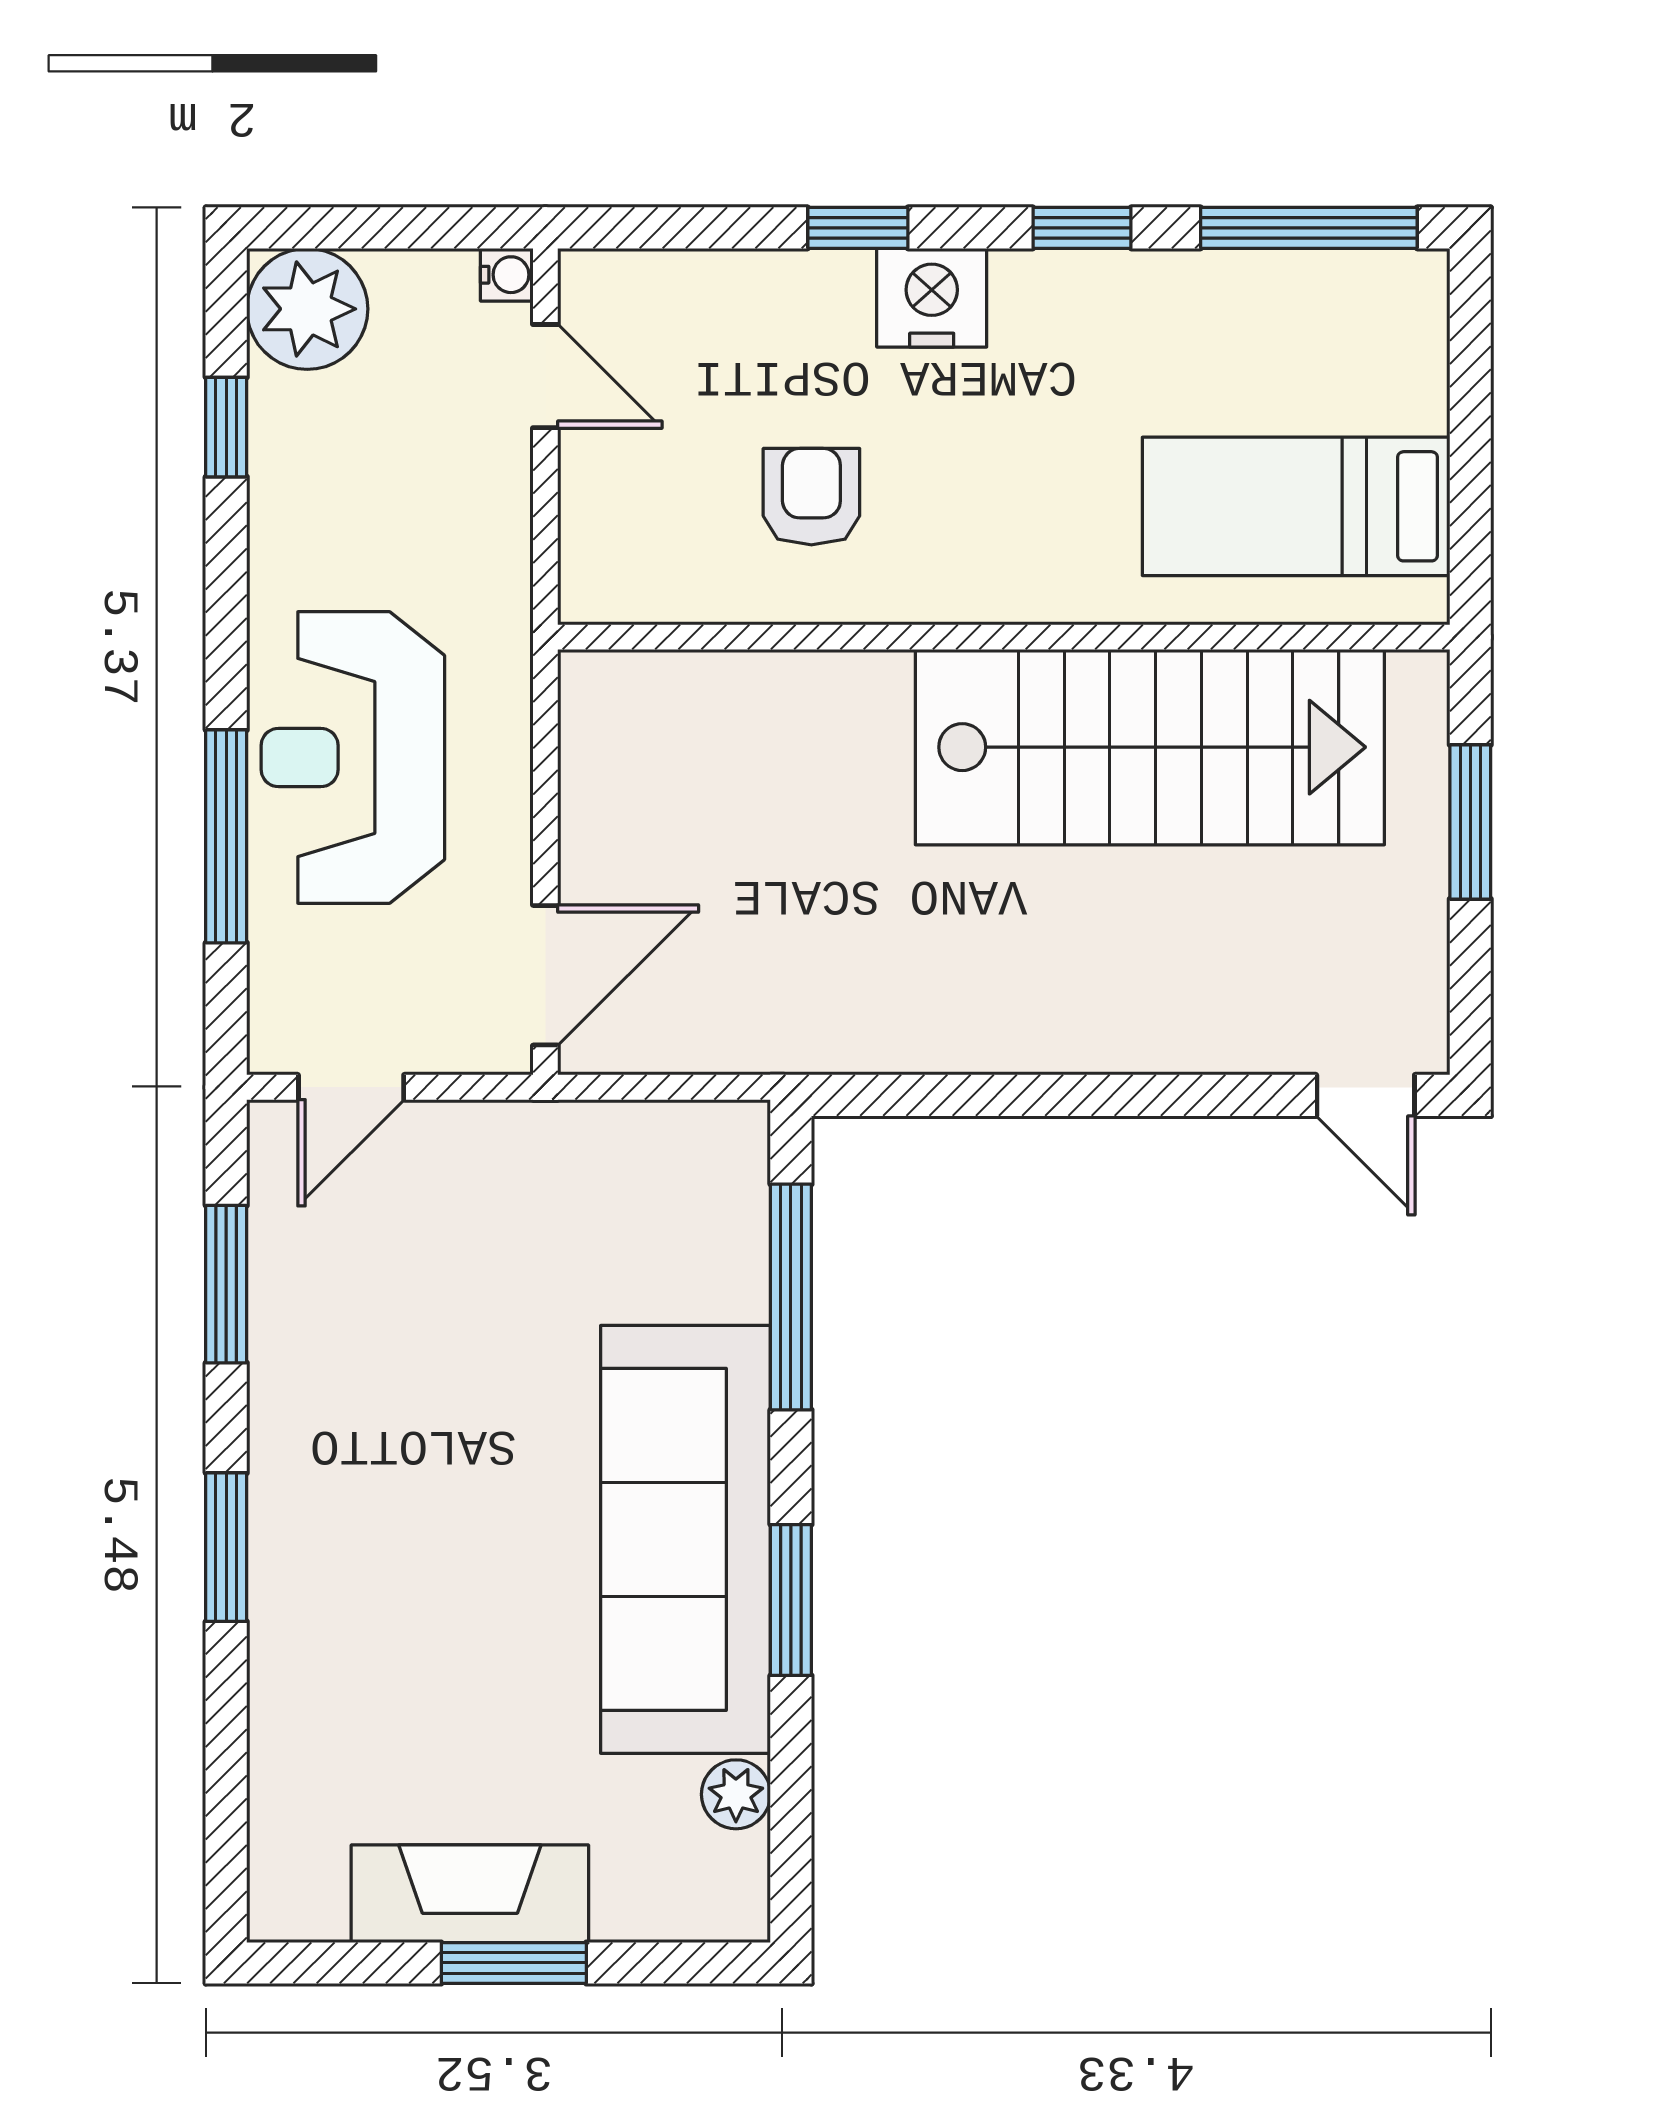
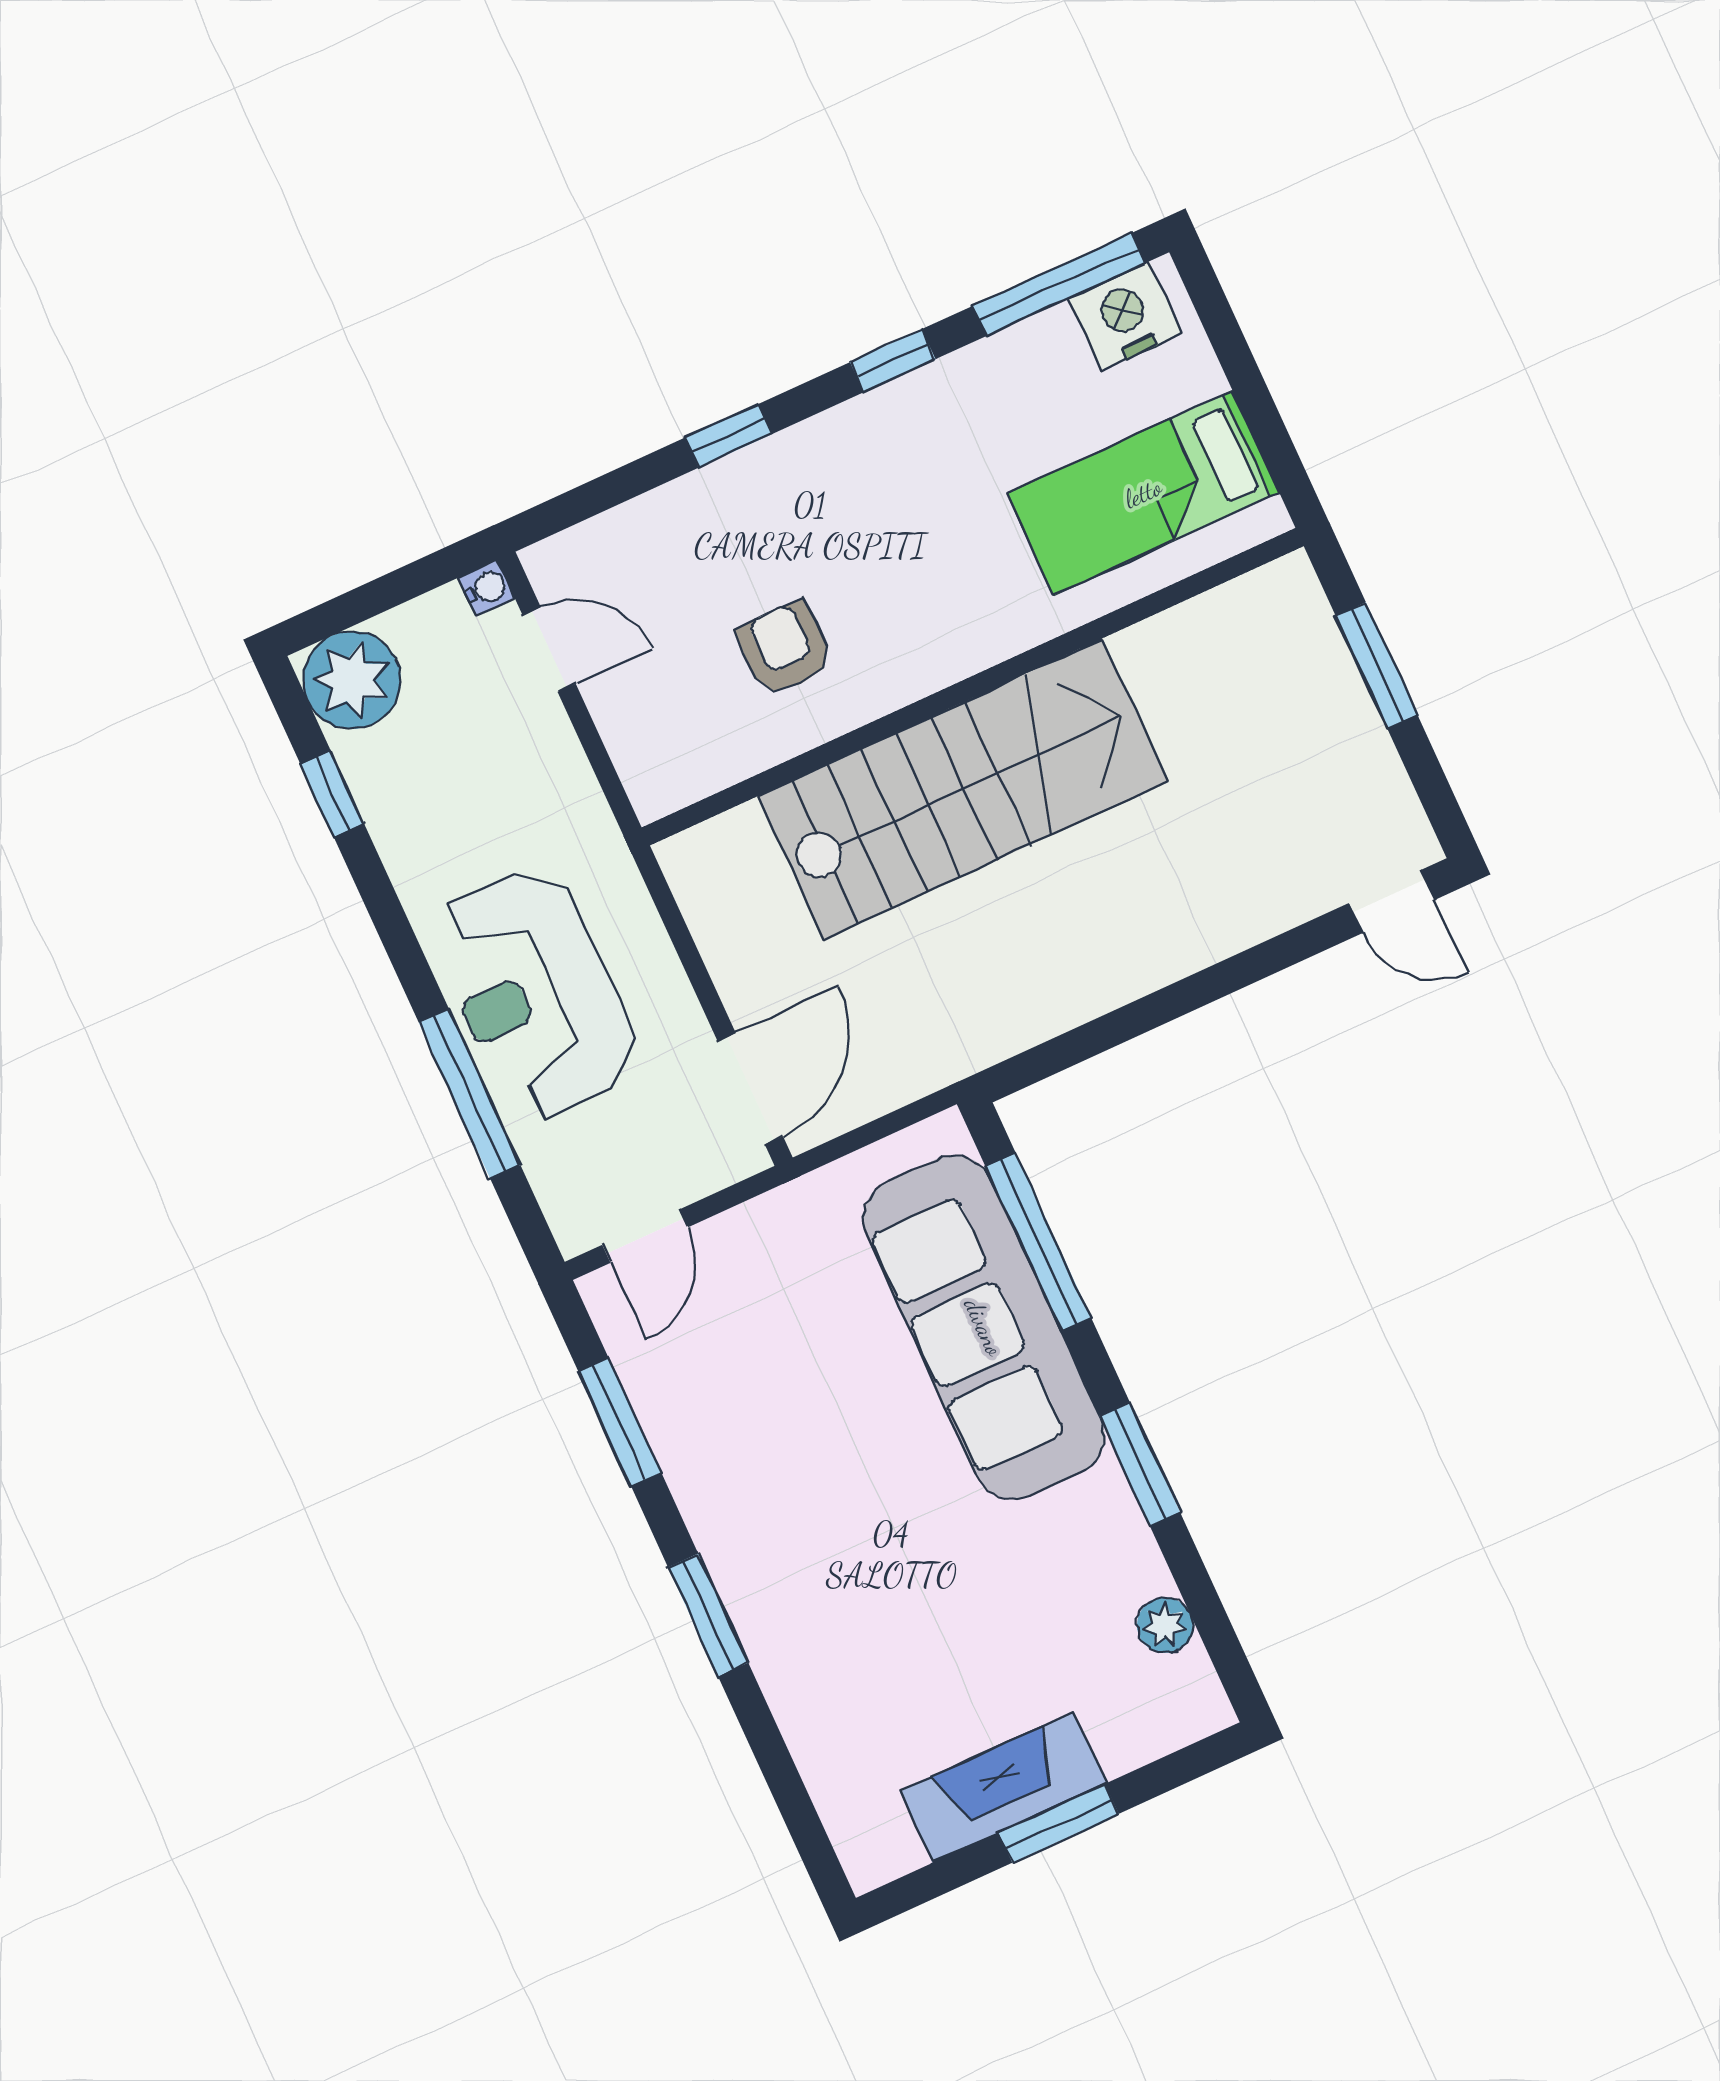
nightstand: (932, 298) -> (1125, 316), moved
stairs: (1150, 747) -> (963, 789), moved
sofa: (686, 1539) -> (984, 1327), moved

